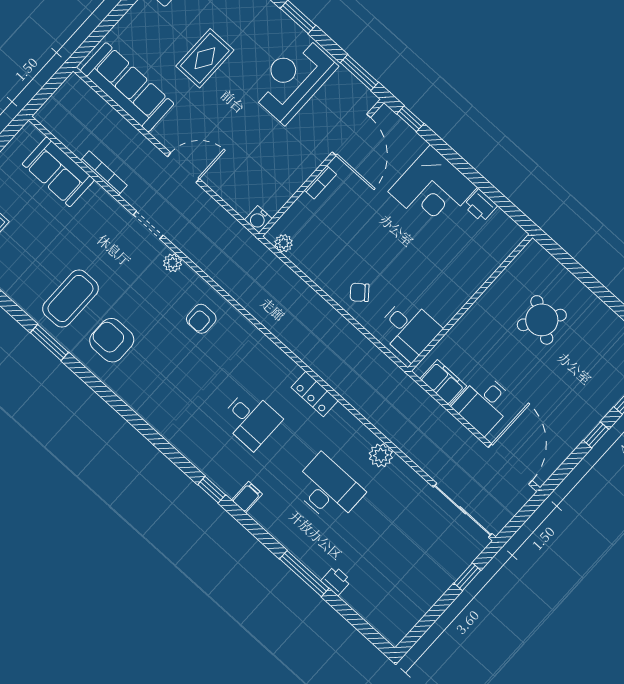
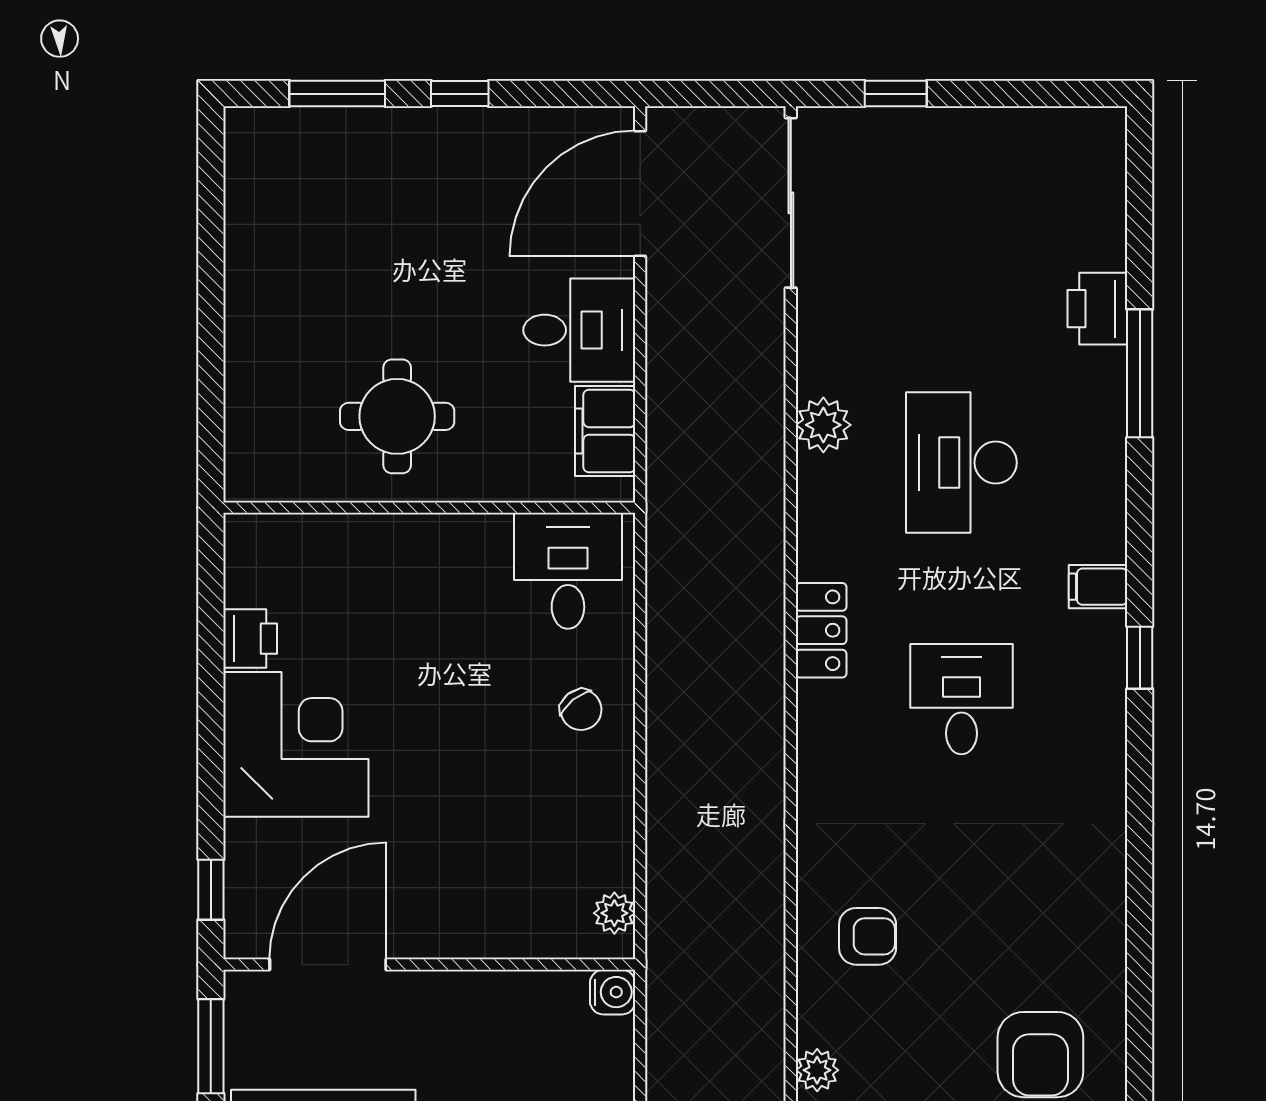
bookcase: (320, 182) -> (455, 944), removed
round table: (542, 320) -> (397, 416), moved, turned -33
printer: (336, 581) -> (1097, 309), width x1.36, depth x1.24

